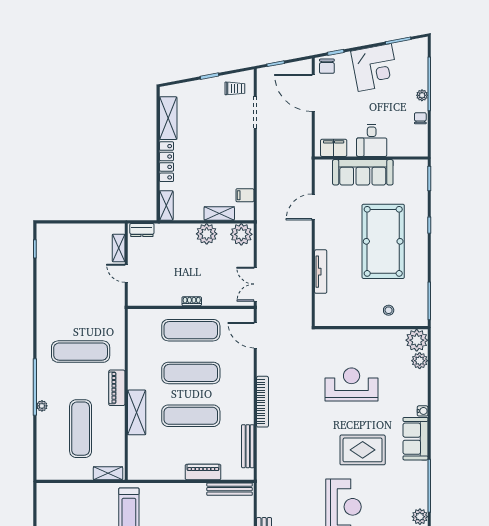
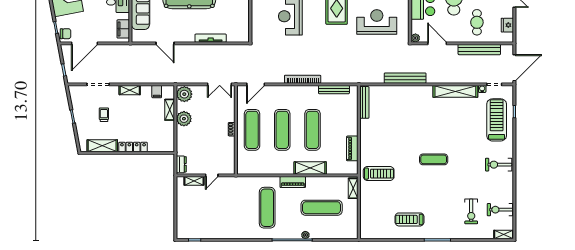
trolley: (235, 88) -> (104, 115), moved
shelving: (166, 205) -> (130, 90), moved
piano: (203, 472) -> (352, 148), moved

